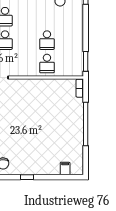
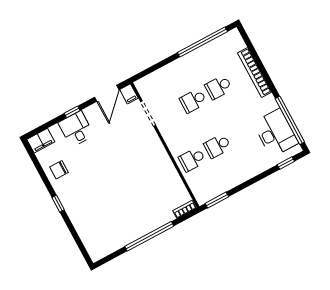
filing cabinet: (65, 168) -> (89, 240), removed

